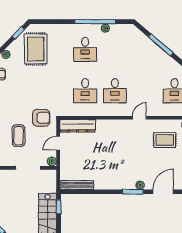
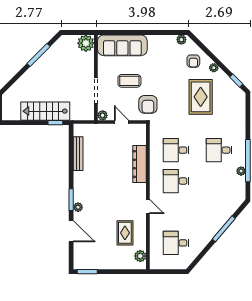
rug: (36, 49) -> (201, 97), moved, turned 90
dresser: (78, 126) -> (140, 164), moved
bench: (77, 185) -> (78, 154), moved

